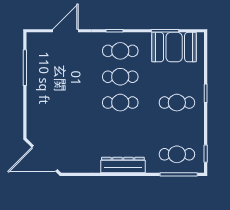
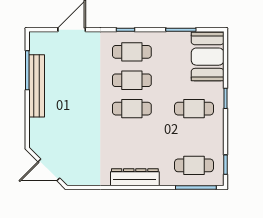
booth: (174, 47) -> (208, 57), moved, turned 90
bench: (33, 82) -> (37, 86), added
door: (45, 158) -> (49, 170), width x0.73

